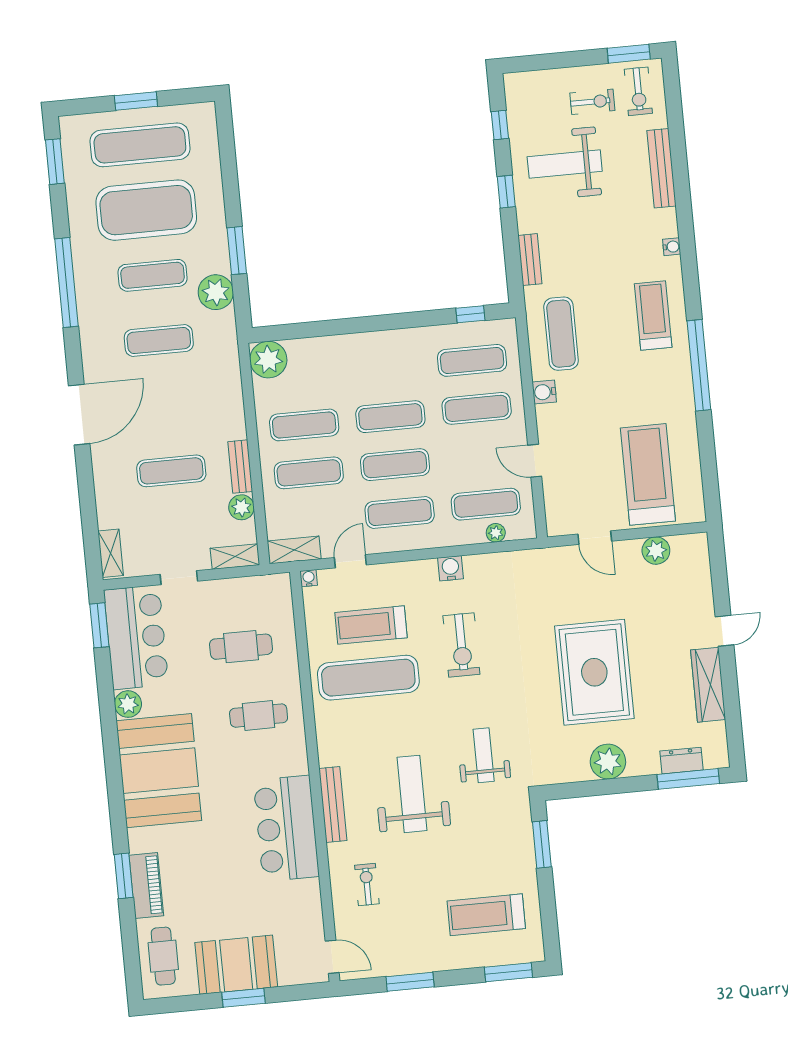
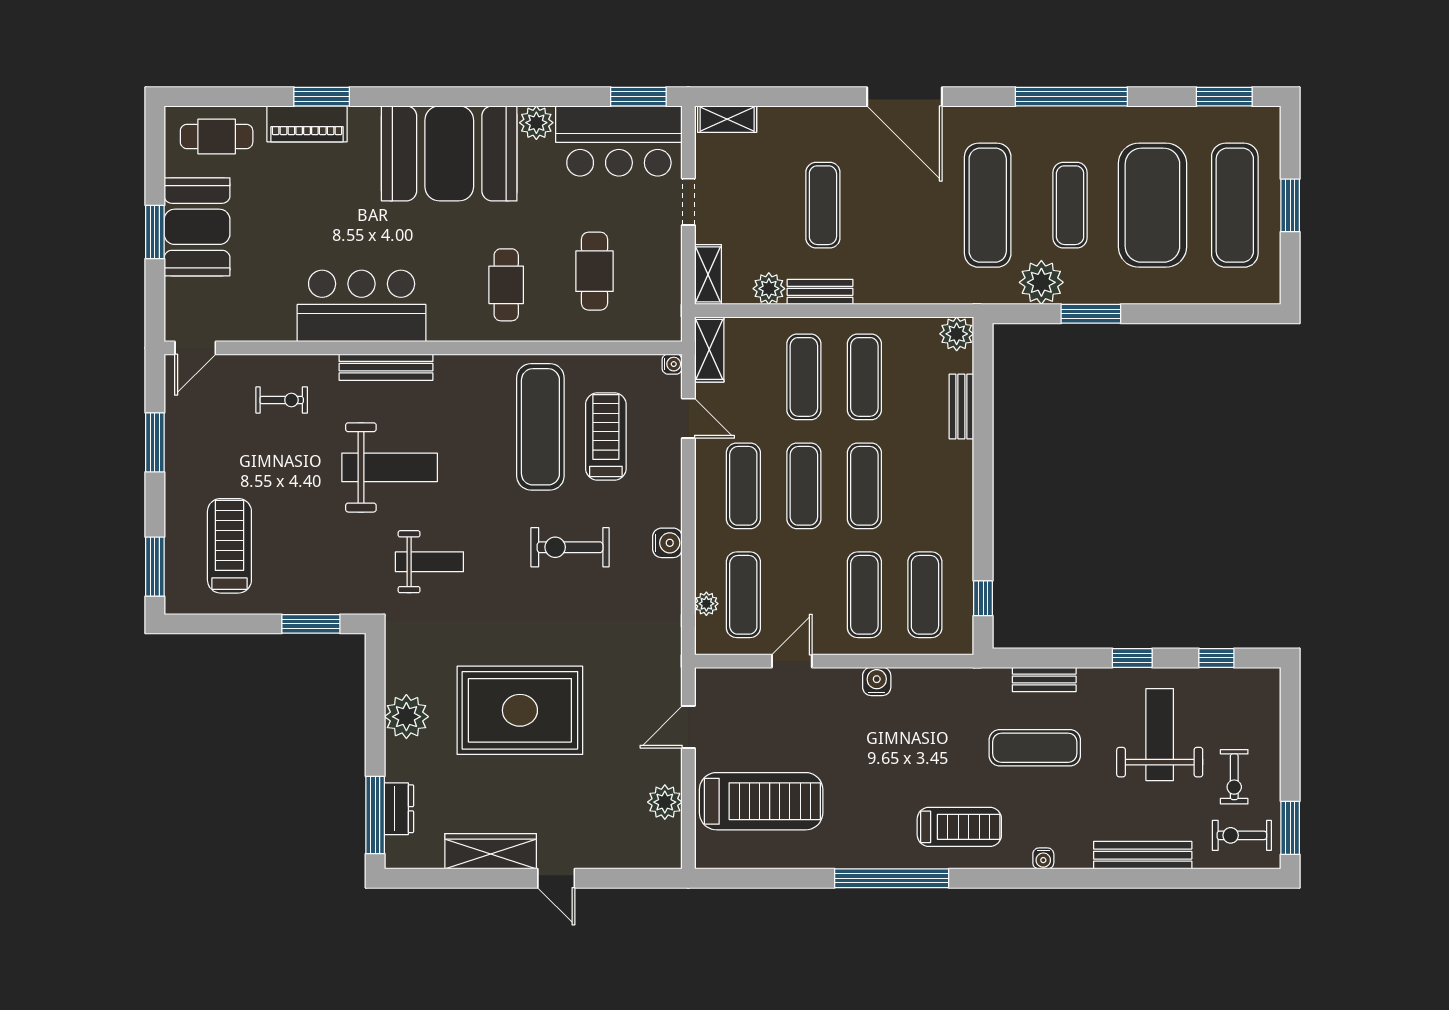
exercise mat: (561, 334) -> (1035, 748), moved
exercise mat: (159, 340) -> (988, 205), width x1.36, depth x1.45
bench: (320, 346) -> (961, 406), added
plant: (268, 360) -> (957, 334), width x0.73, depth x0.73

